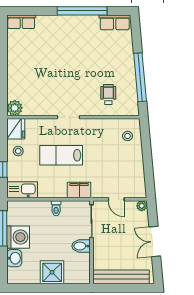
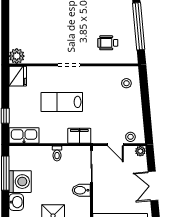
wheelchair: (108, 94) -> (108, 43), turned -90
stool: (18, 151) -> (130, 137), moved

